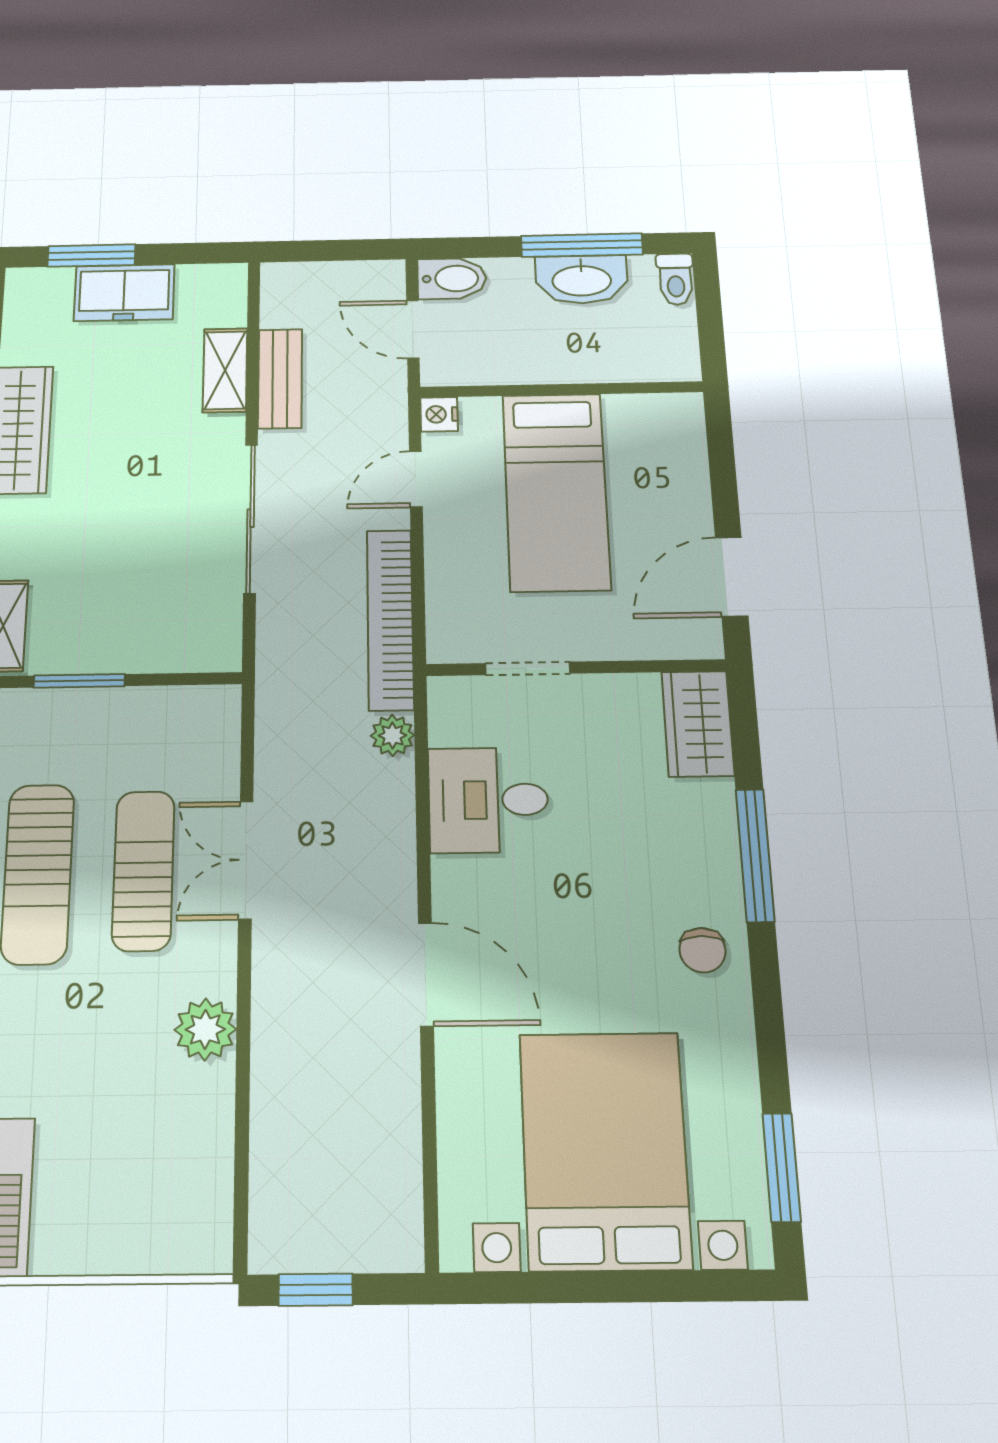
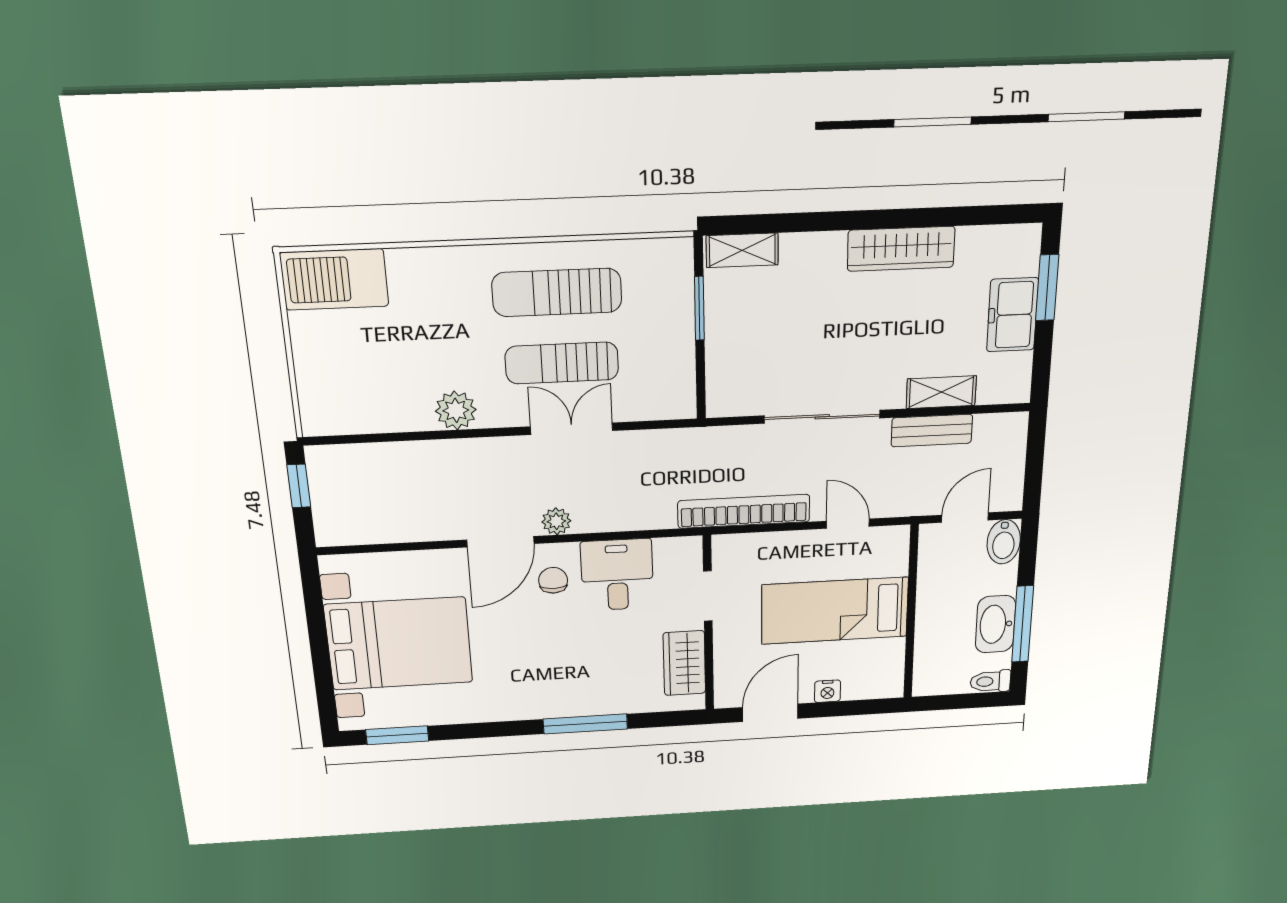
nightstand: (439, 414) -> (827, 691), moved, turned 180
door: (732, 577) -> (770, 713), hinge flipped
wardrobe: (698, 724) -> (684, 663), moved, turned -90
plant: (392, 735) -> (556, 521), moved
sun lounger: (143, 870) -> (562, 363), turned 180
chair: (702, 950) -> (553, 580), moved, turned 90

